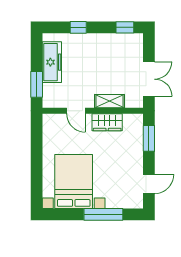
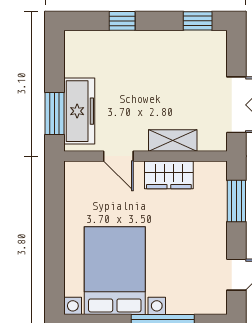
freezer: (52, 62) -> (79, 111), moved

